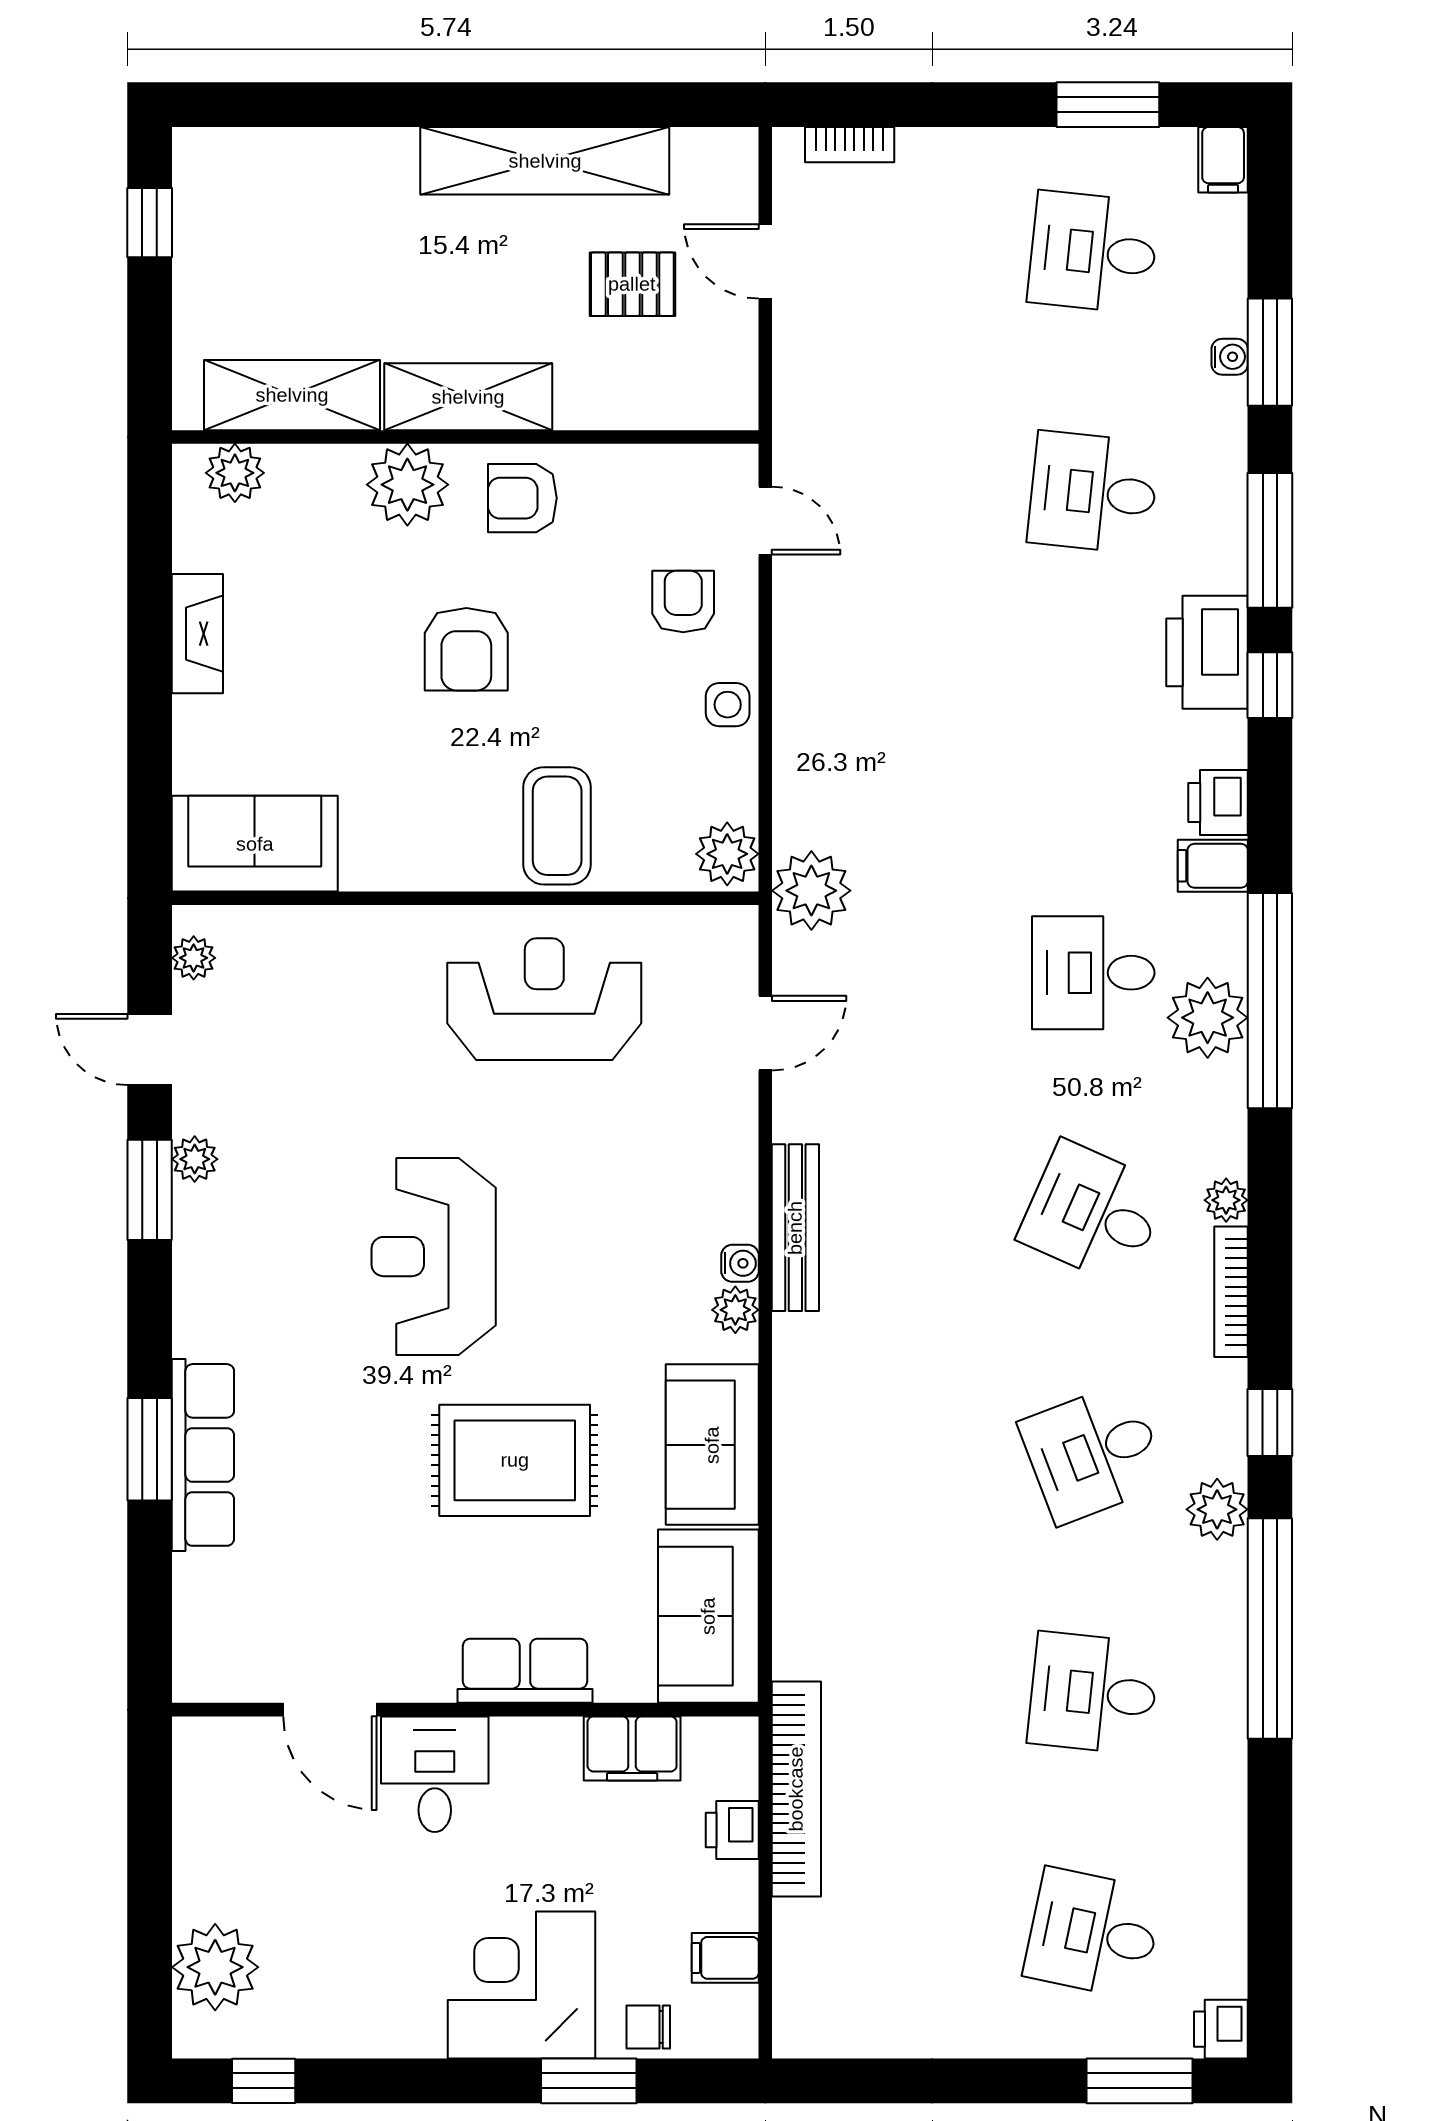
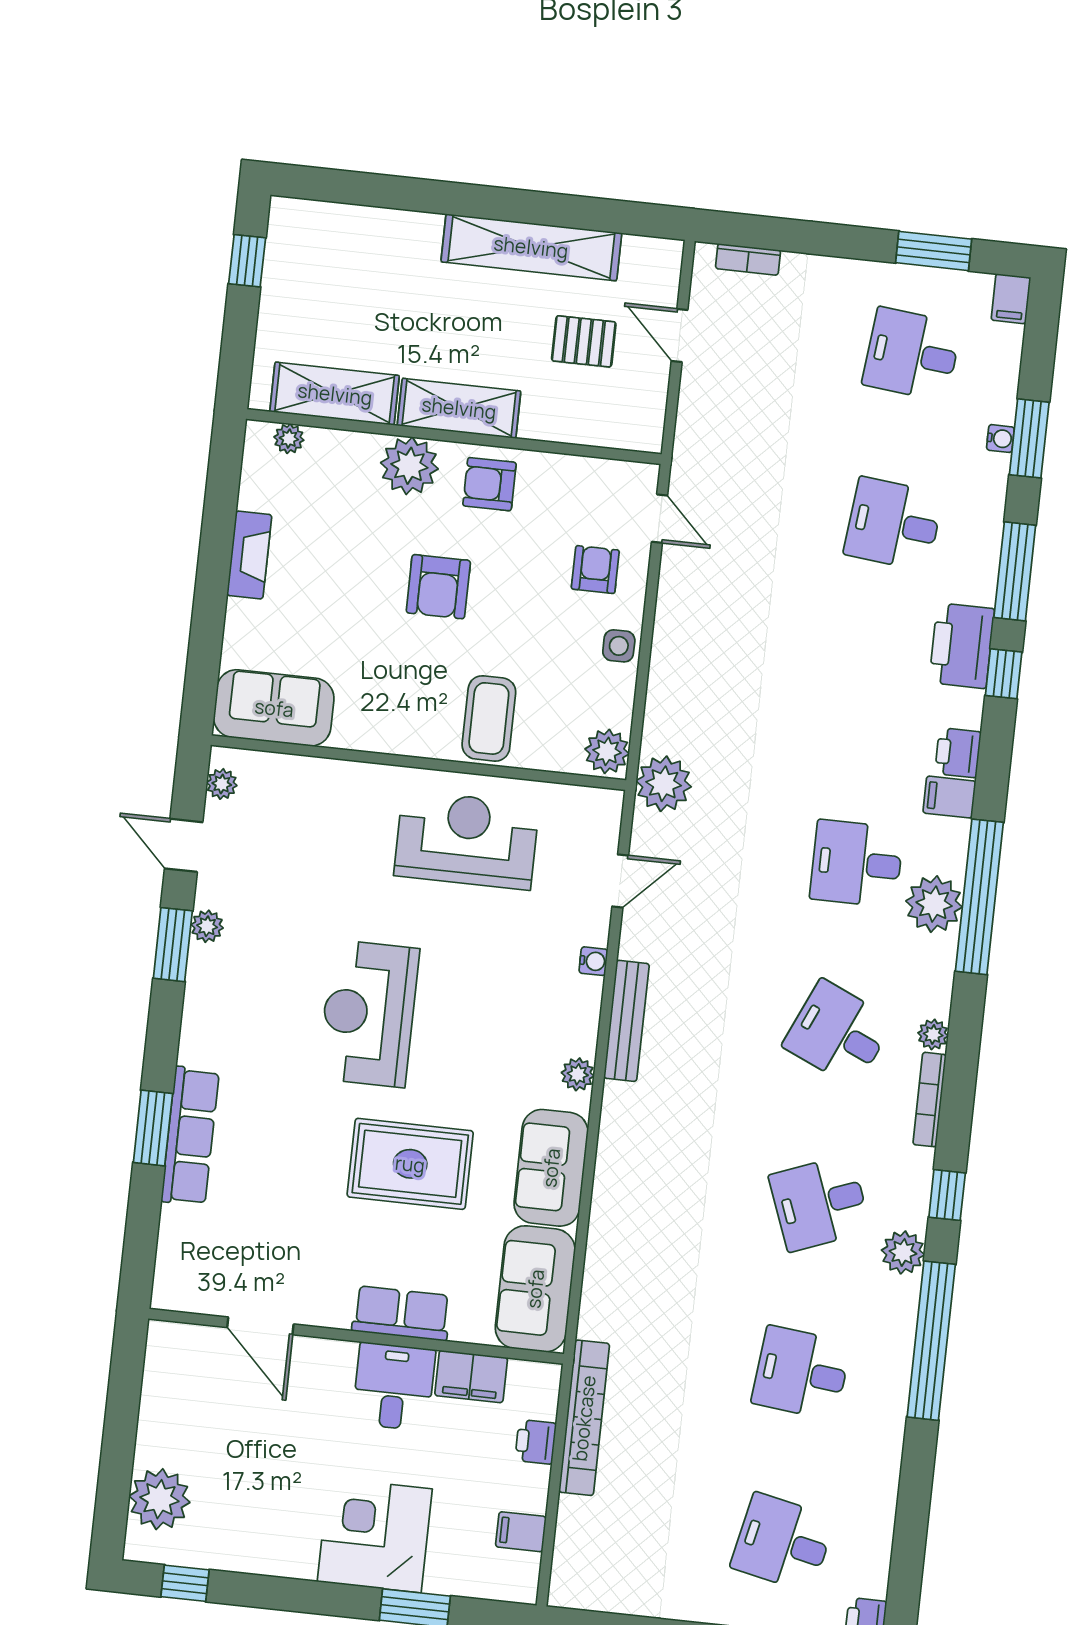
plant: (235, 473) -> (289, 439), width x0.73, depth x0.73
water cooler: (740, 1263) -> (593, 961), moved
desk: (435, 1774) -> (394, 1387), moved
chair: (648, 2027) -> (461, 1575), removed

